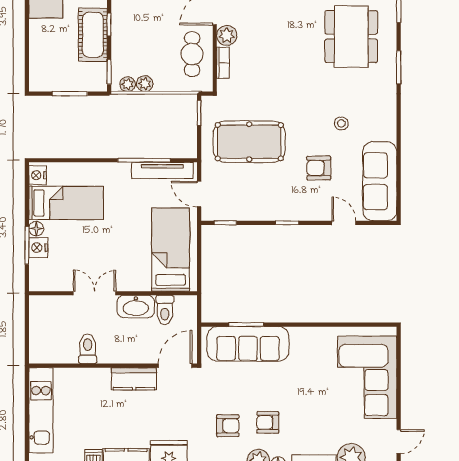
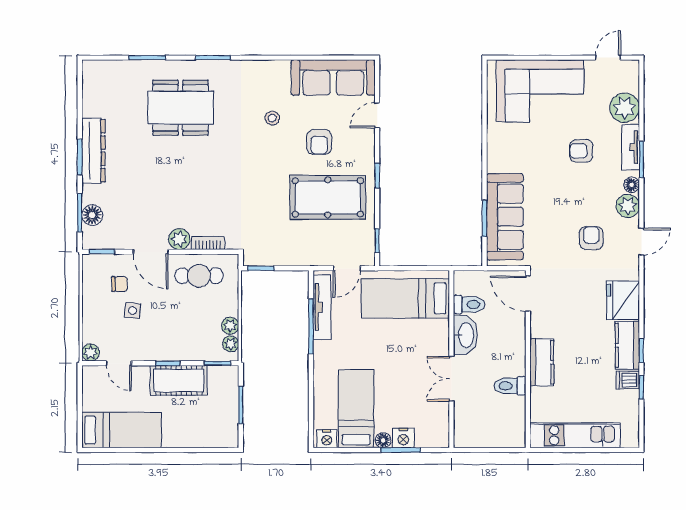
pool table: (249, 142) -> (328, 197), moved, turned 90
kitchen counter: (134, 379) -> (542, 362), moved
armchair: (268, 422) -> (581, 151), moved, turned 90
door: (399, 442) -> (608, 58), hinge flipped

